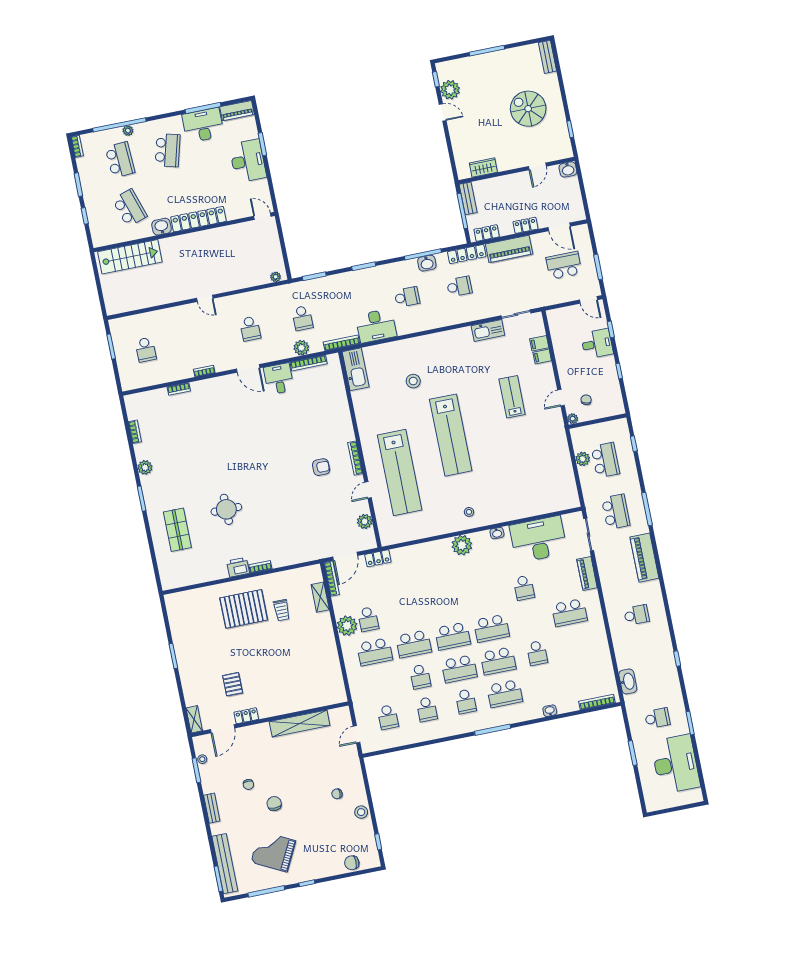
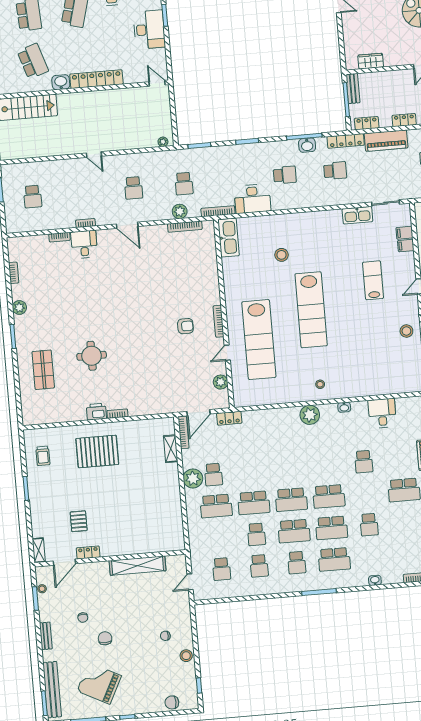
desk: (279, 379) -> (84, 244), moved
stool: (553, 446) -> (406, 331), added
desk: (538, 539) -> (382, 413), width x0.53, depth x0.77
trolley: (282, 610) -> (43, 456), moved

